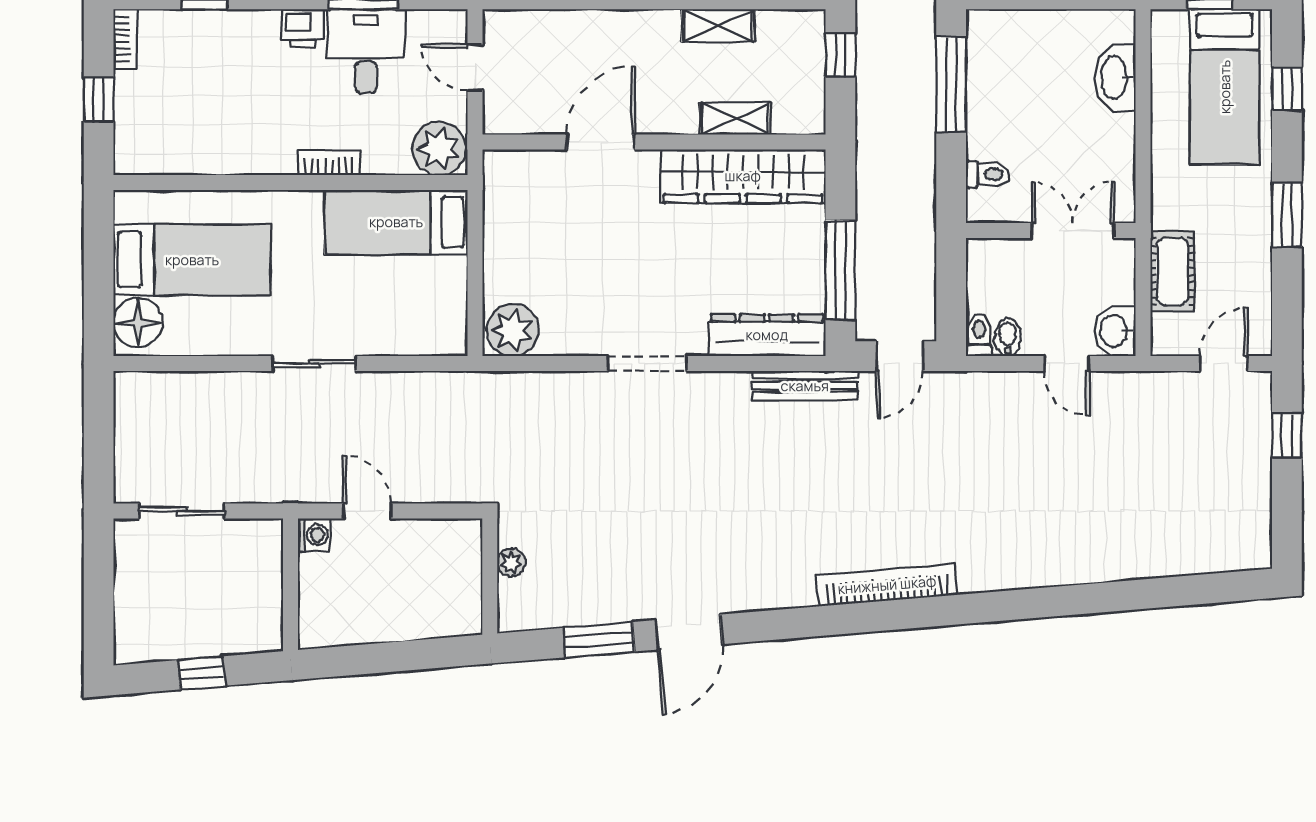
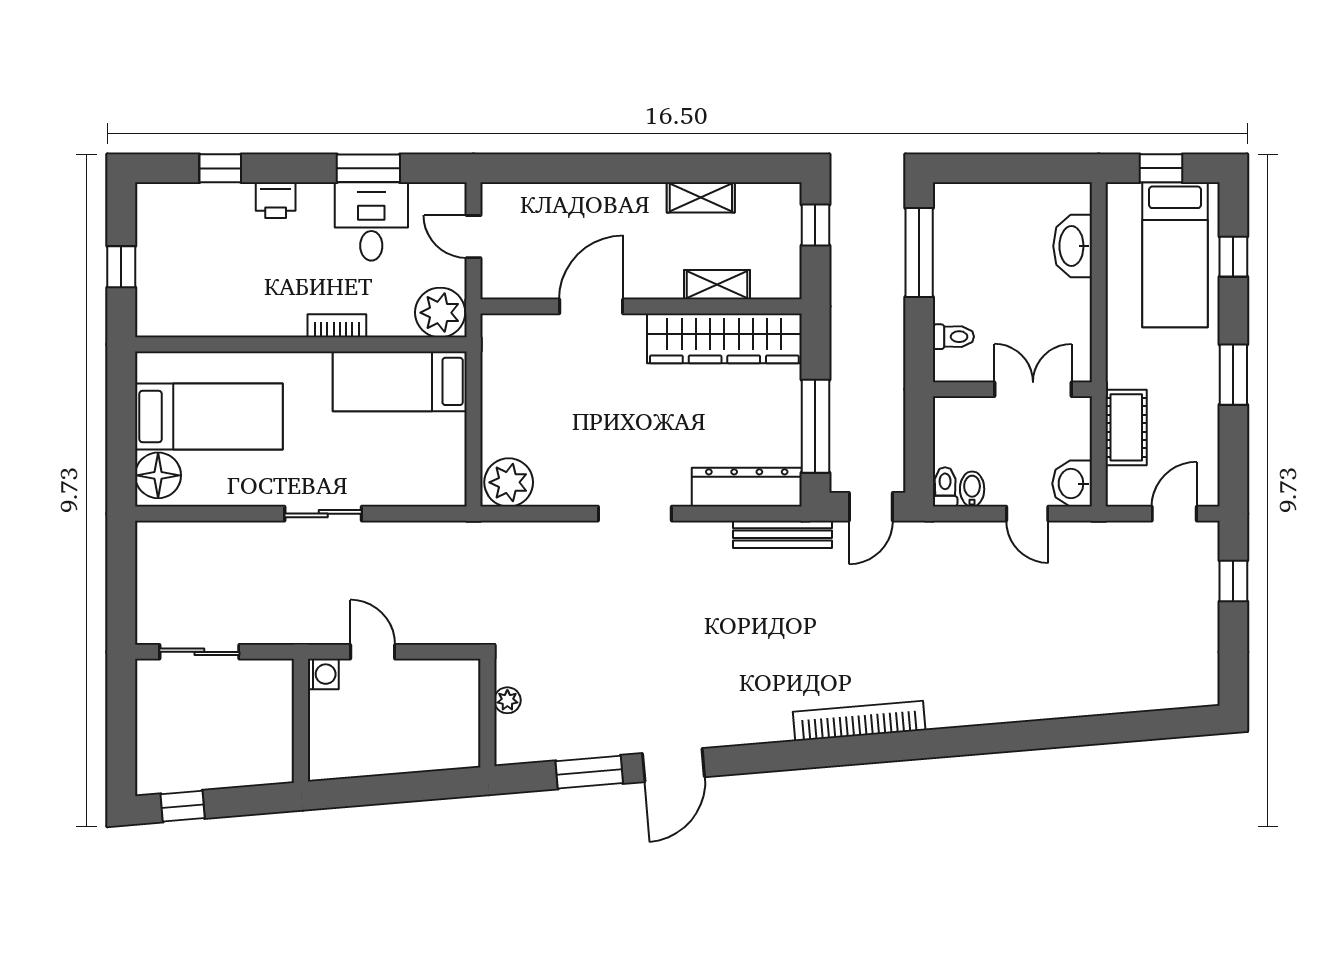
printer: (303, 28) -> (276, 200), moved
bookcase: (125, 39) -> (146, 210), removed
window: (202, 673) -> (183, 806), moved

